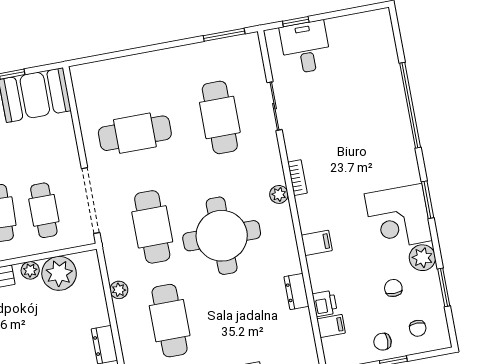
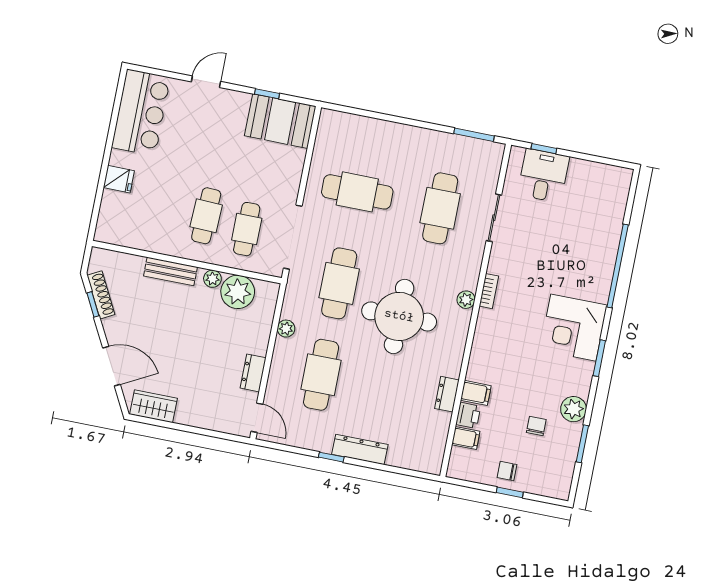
corner desk: (398, 217) -> (573, 328), moved
filing cabinet: (317, 243) -> (476, 393), moved
chair: (418, 328) -> (544, 472), removed

